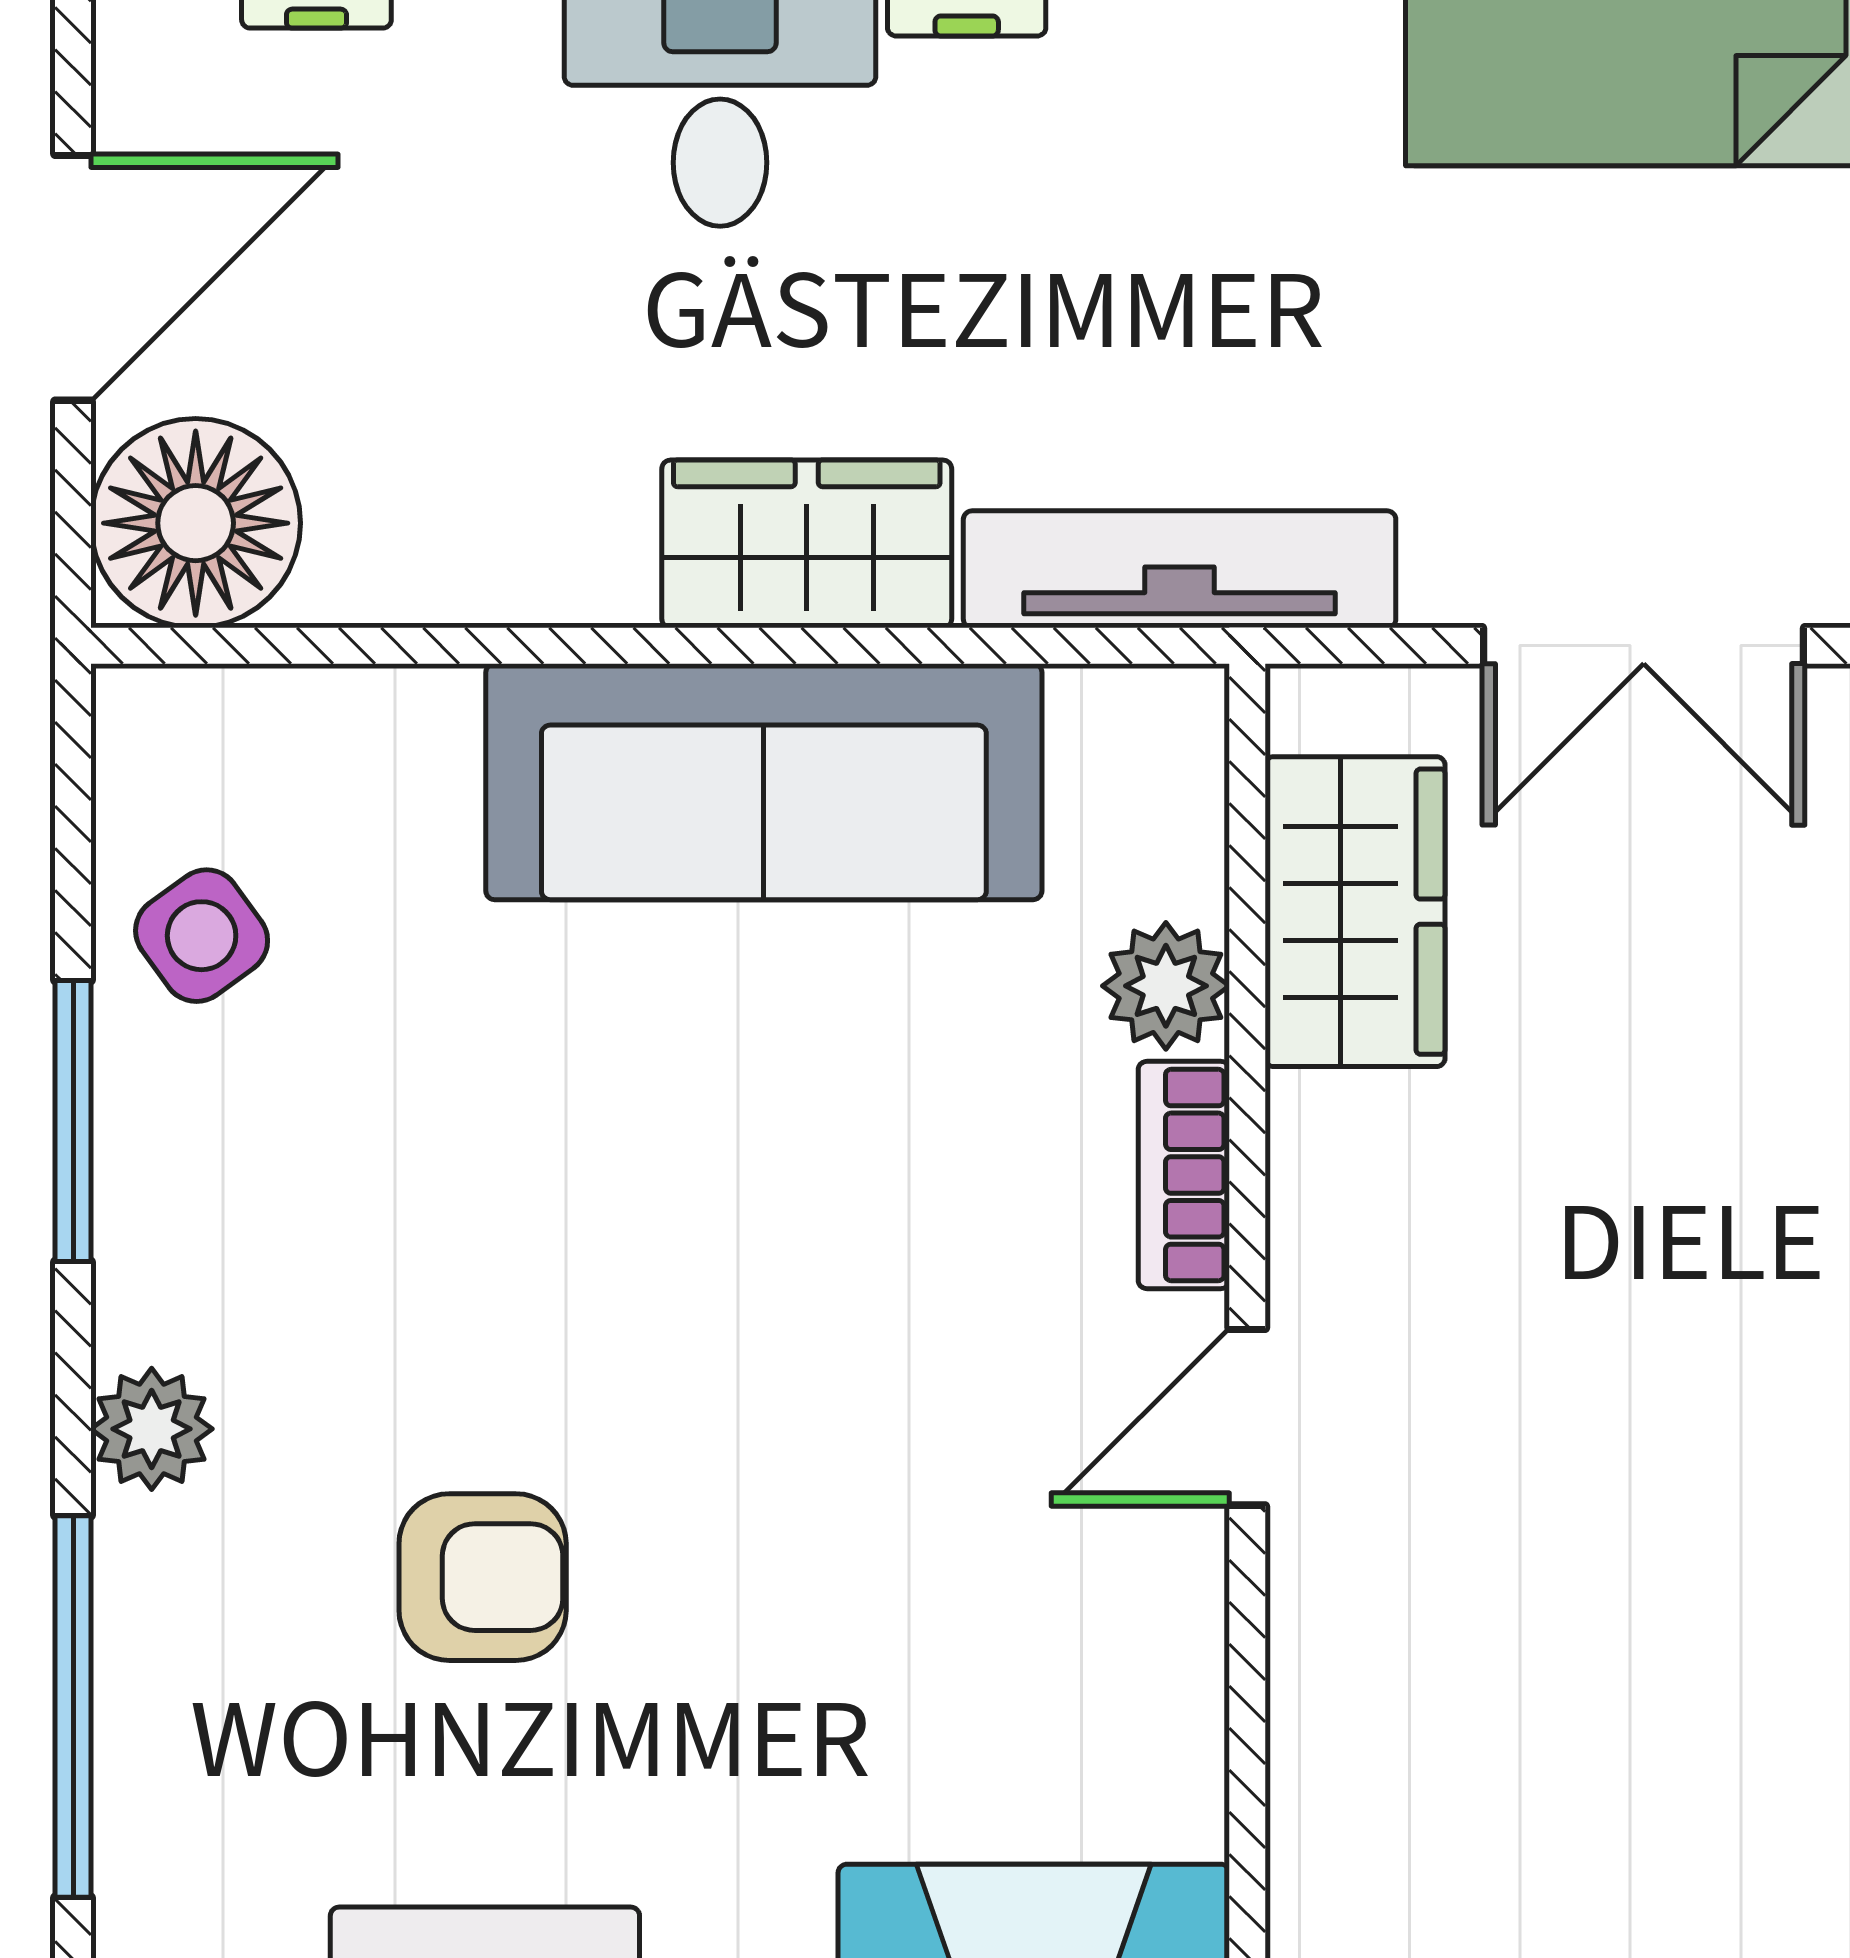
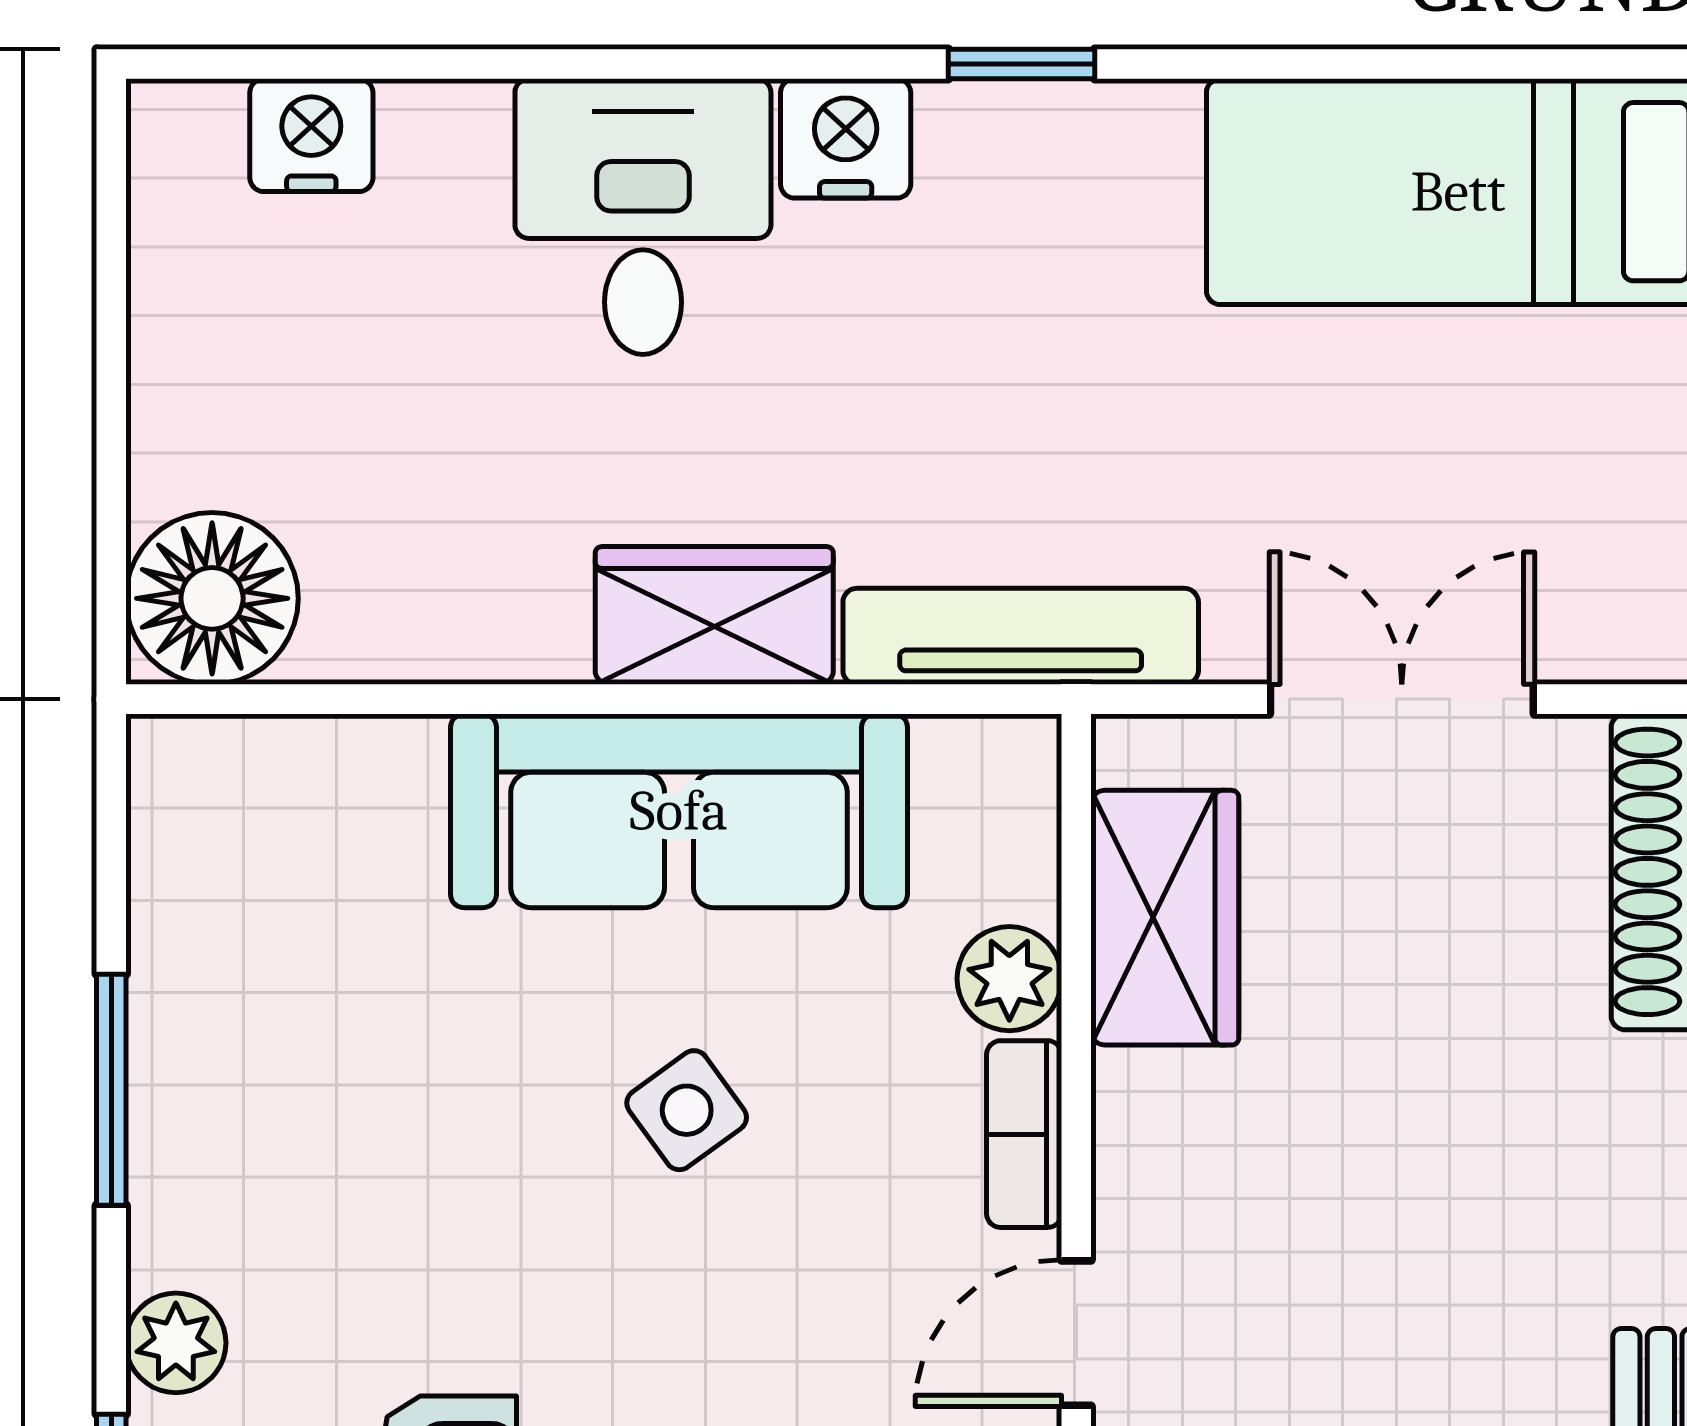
door: (73, 278) -> (111, 397), removed
double door: (1644, 646) -> (1402, 699), swing flipped
side table: (202, 936) -> (687, 1110), moved

